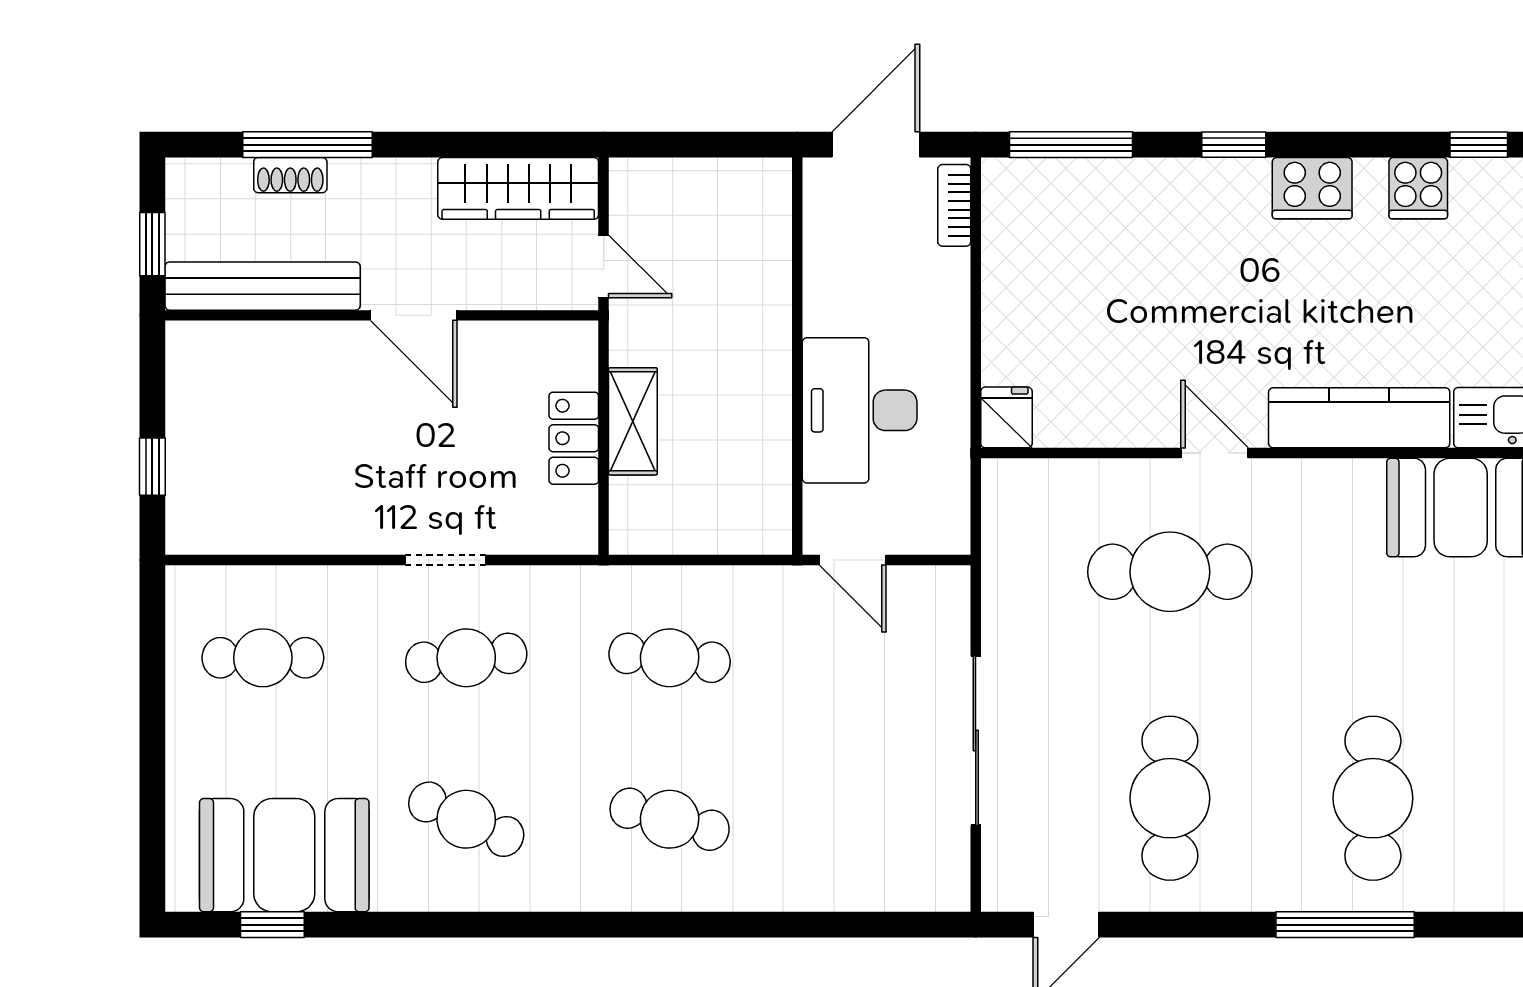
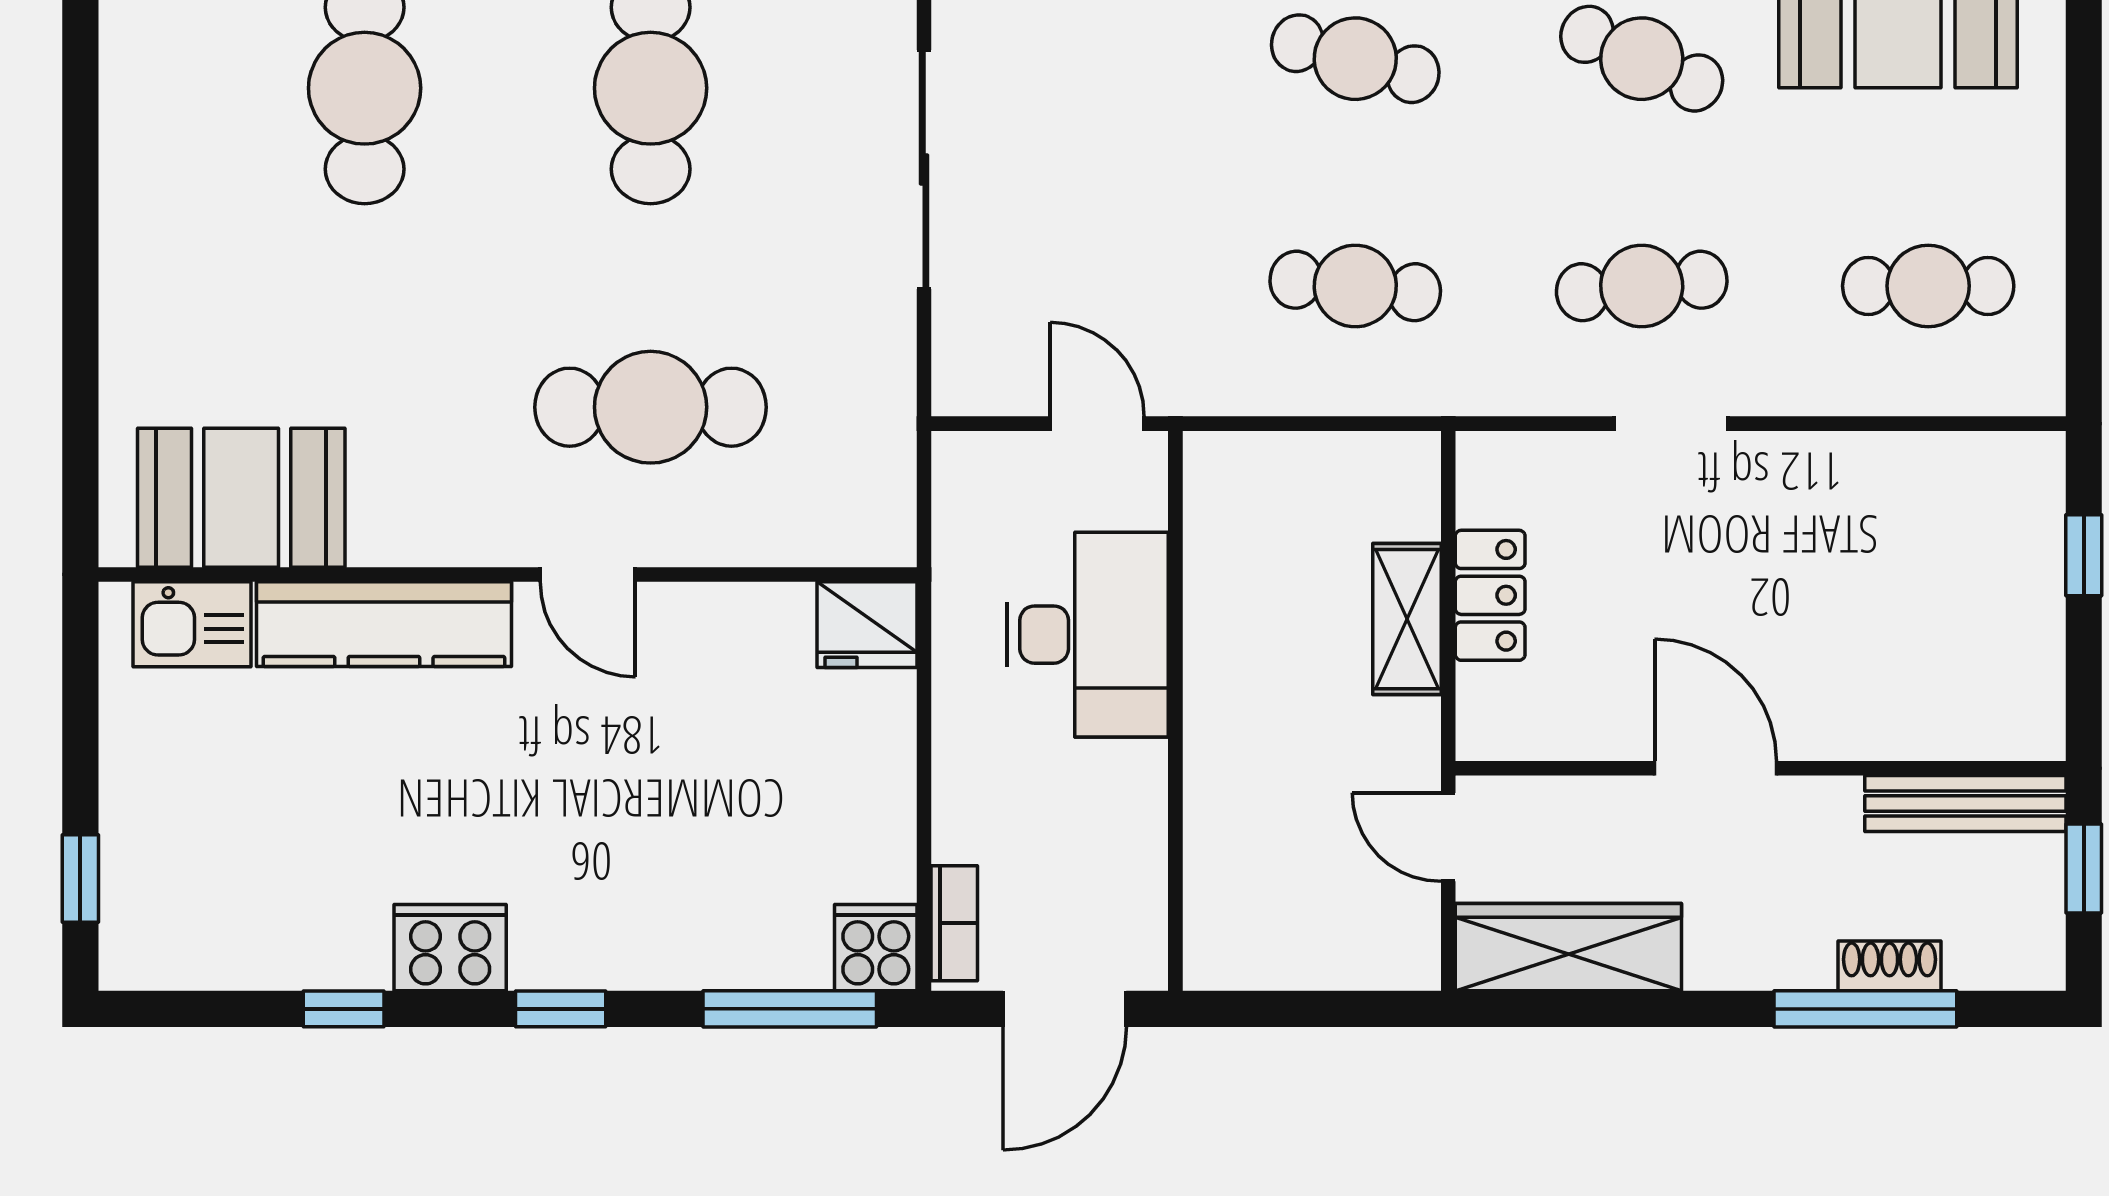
window: (1479, 145) -> (344, 1009), moved
cooker: (1418, 188) -> (876, 948), moved
bench: (263, 286) -> (1965, 804), width x0.73, depth x0.82
fridge: (1006, 417) -> (867, 625), width x1.38

